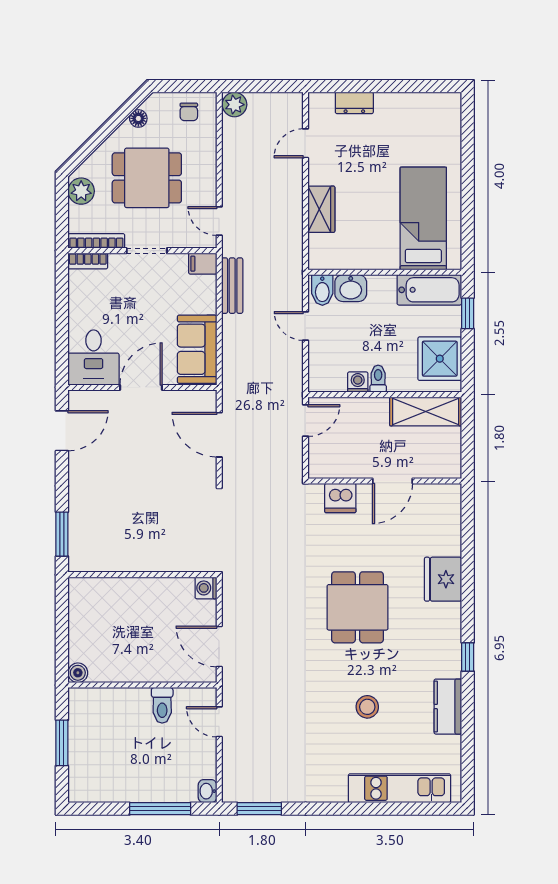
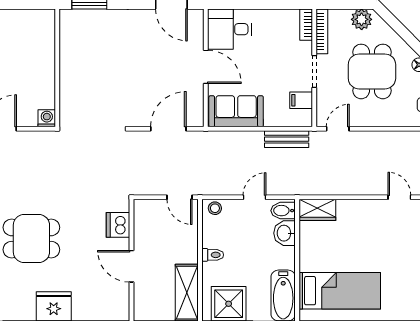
wardrobe: (321, 209) -> (317, 210), moved
filing cabinet: (203, 264) -> (301, 100), moved, turned -90
stool: (319, 376) -> (215, 208), added
washing machine: (358, 382) -> (210, 239), removed

